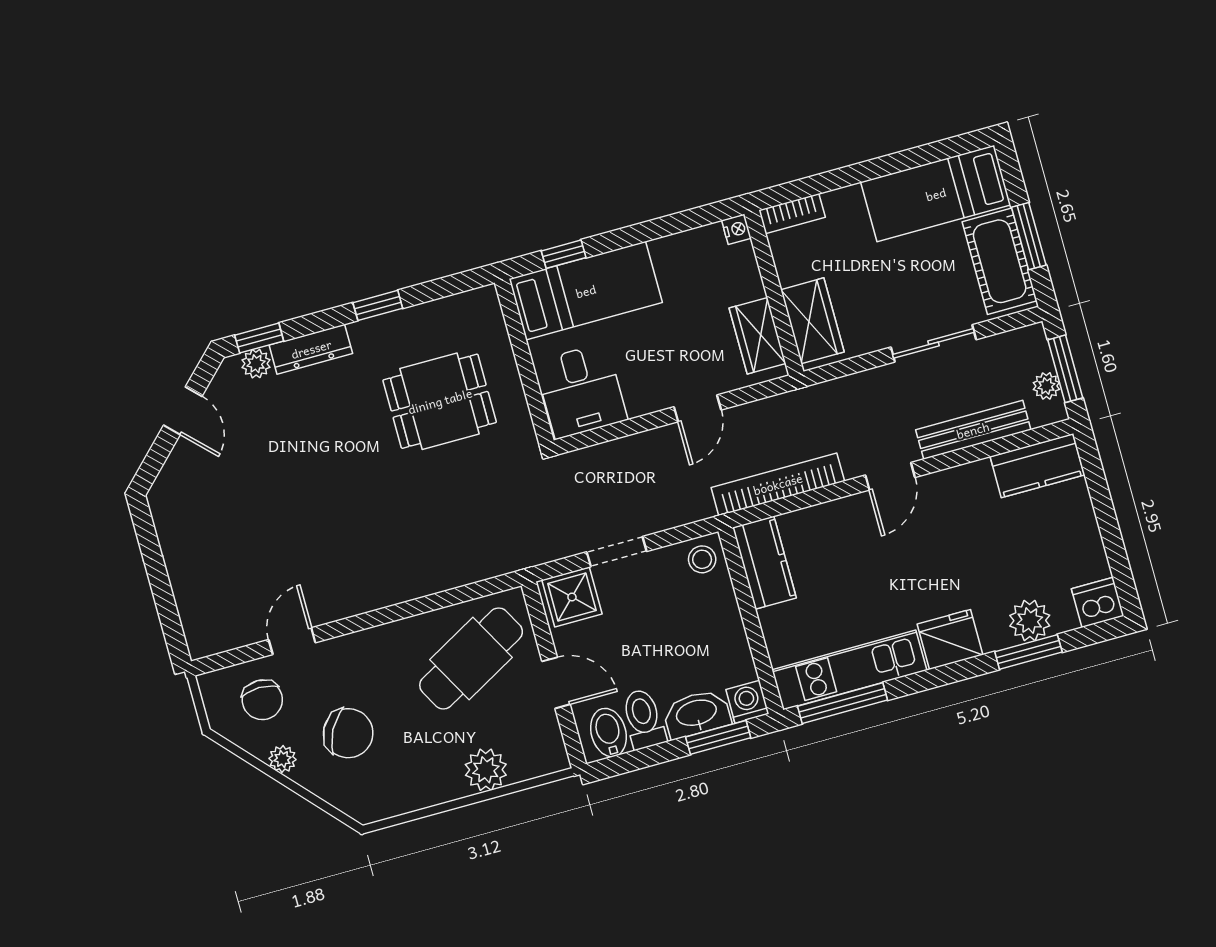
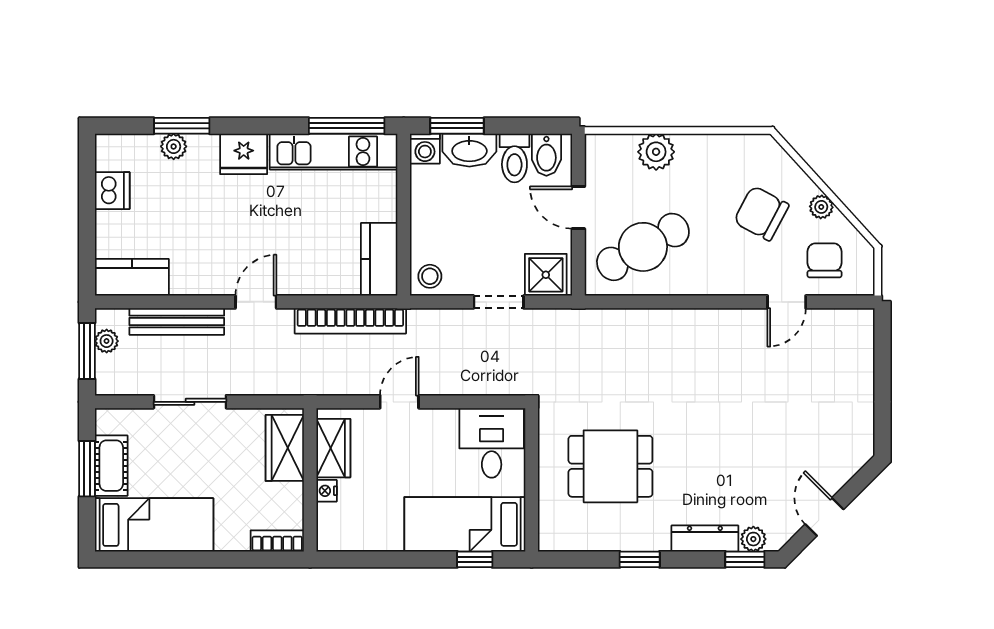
nightstand: (736, 229) -> (327, 491), moved
cot: (1000, 261) -> (111, 466), width x0.73, depth x0.75
dishwasher: (1098, 602) -> (112, 191), moved, turned -90
plant: (1030, 621) -> (174, 146), width x0.73, depth x0.73

